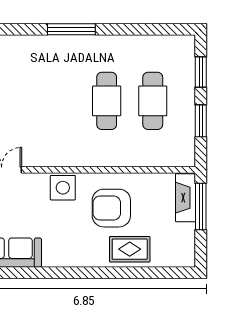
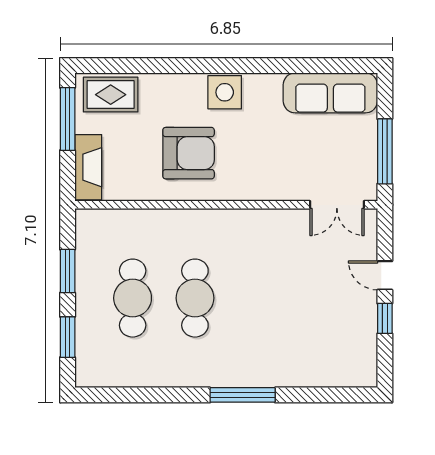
side table: (63, 188) -> (225, 92), moved
window: (201, 206) -> (68, 119), moved
rug: (130, 249) -> (111, 95), moved

